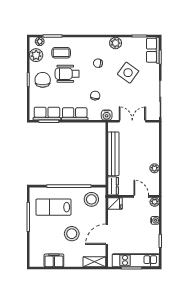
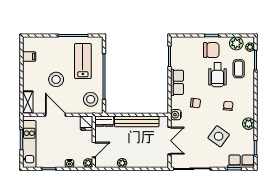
wheelchair: (67, 74) -> (218, 75), turned 180
row of seats: (47, 114) -> (177, 54), removed
filing cabinet: (54, 260) -> (29, 57), width x0.50

